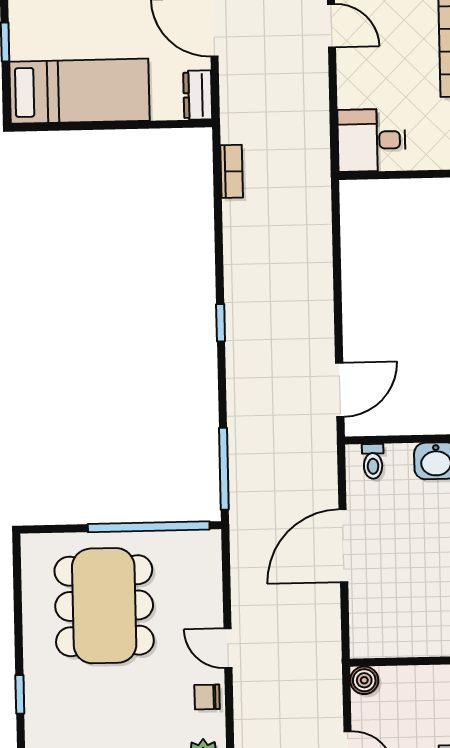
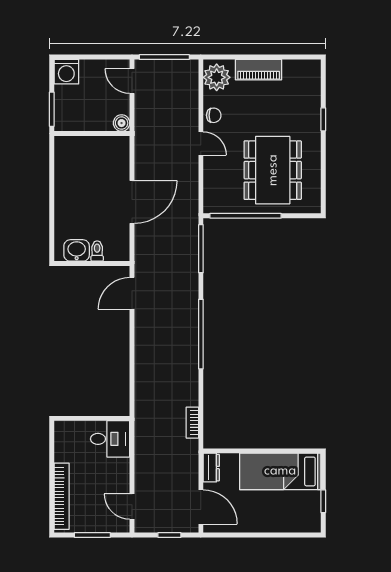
window: (221, 323) -> (201, 334), width x3.17
toilet: (373, 461) -> (97, 251), moved

